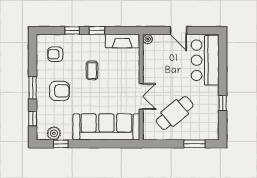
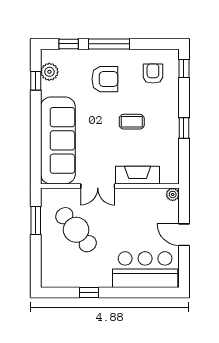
window: (72, 30) -> (184, 69), moved
door: (178, 30) -> (184, 235), hinge flipped
fireplace: (122, 41) -> (138, 175), moved, turned 90
window: (33, 88) -> (109, 44), width x1.44
armchair: (59, 91) -> (105, 79), turned -90
window: (195, 144) -> (36, 221), moved

